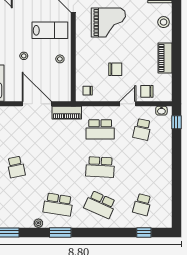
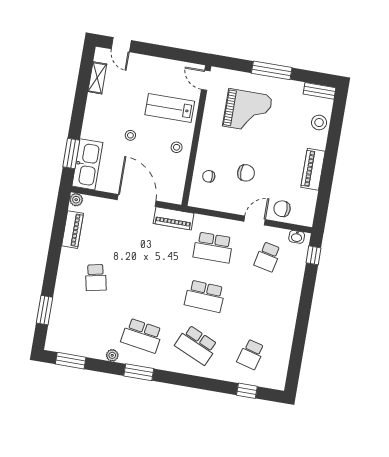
lab bench: (50, 30) -> (170, 108), turned 180
chair: (88, 91) -> (209, 176), moved

